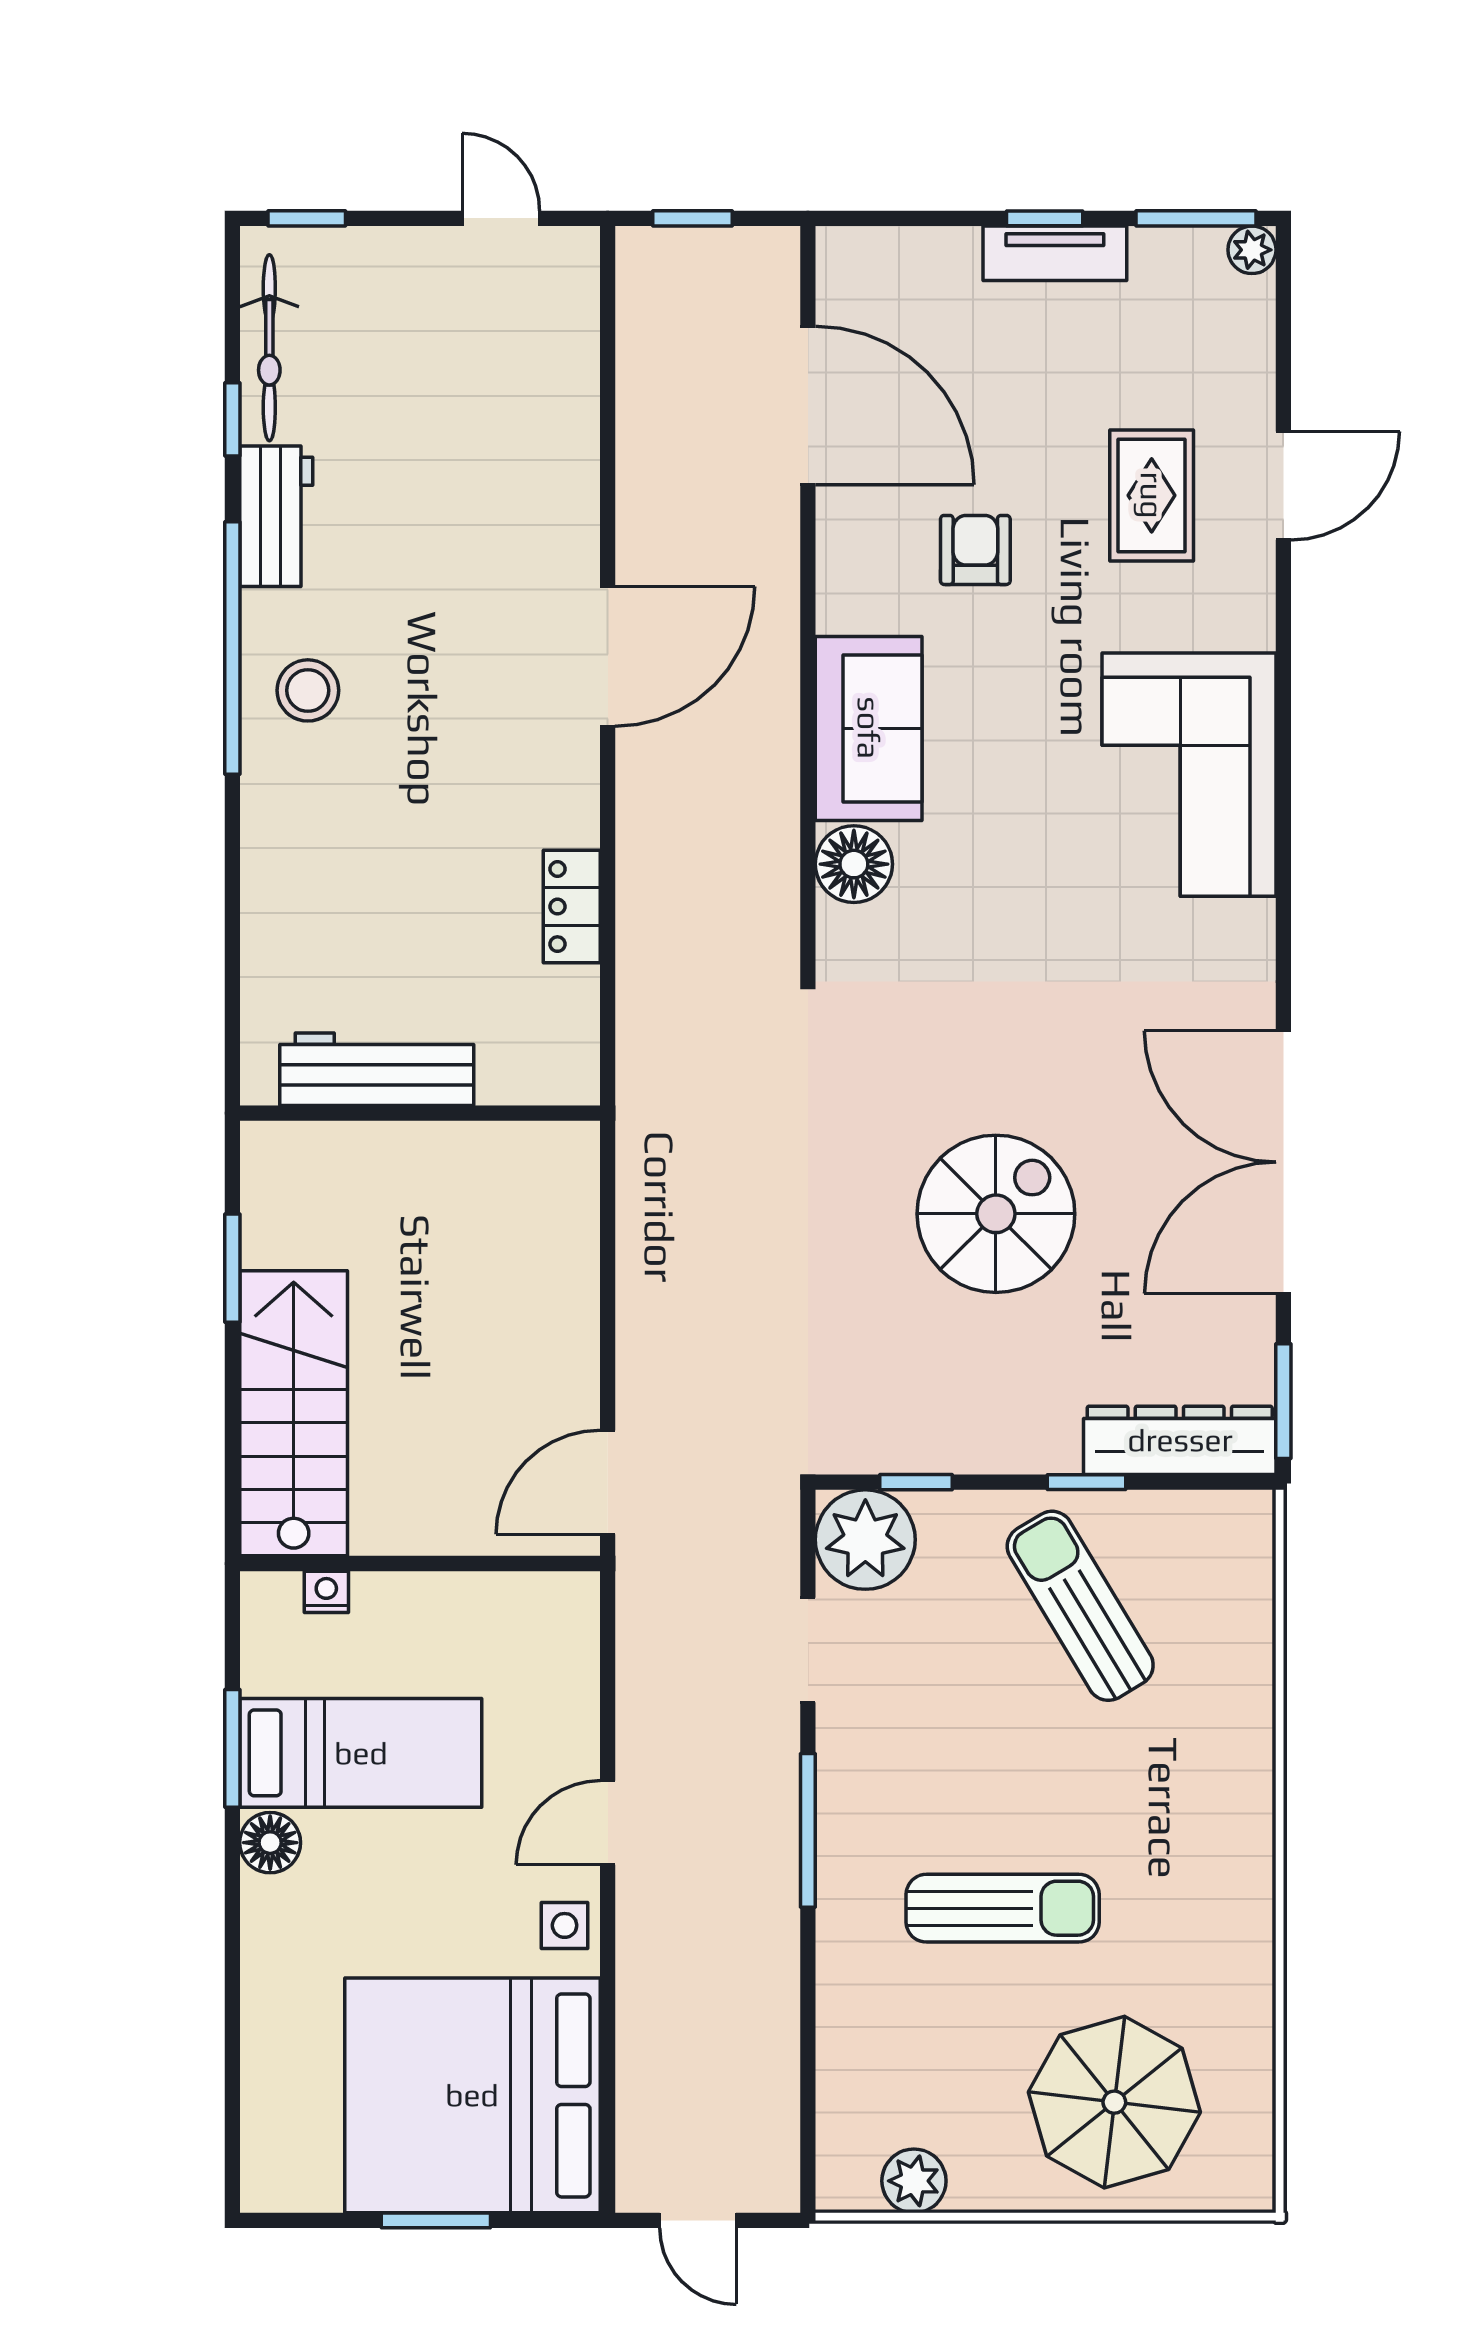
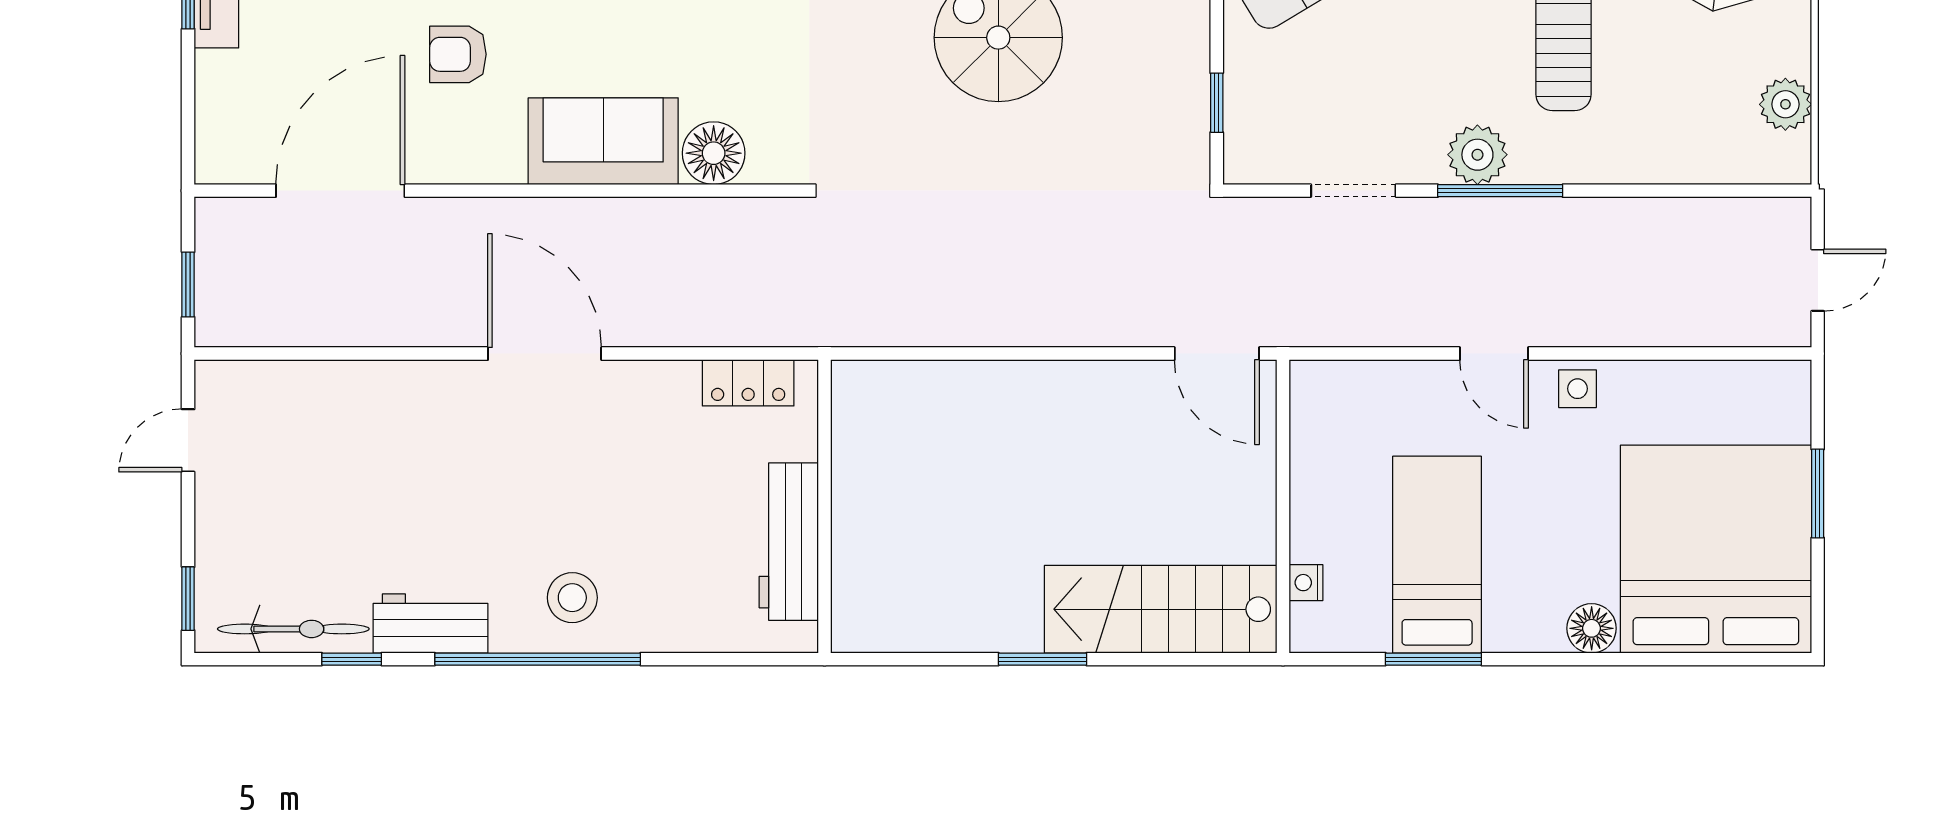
workbench: (377, 1069) -> (789, 542), moved
wall: (420, 1113) -> (825, 506), moved
plant: (865, 1540) -> (1477, 155), moved, width x0.73, depth x0.73
floor lamp: (270, 1843) -> (1592, 628), moved
bed: (472, 2095) -> (1716, 549), moved, turned 180

